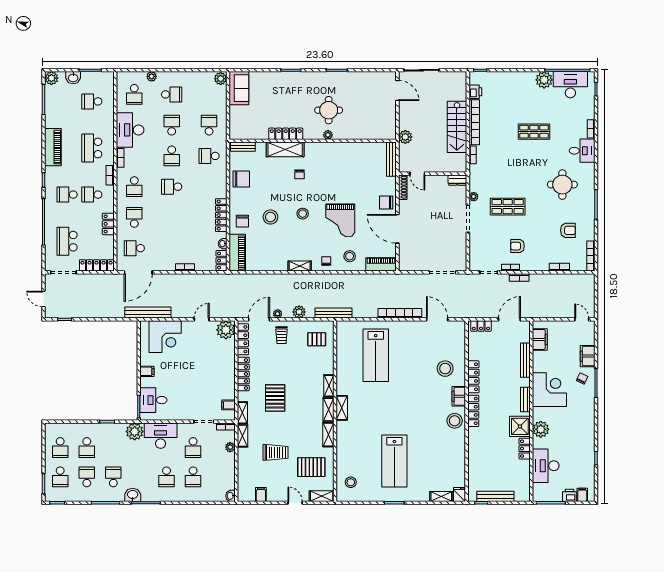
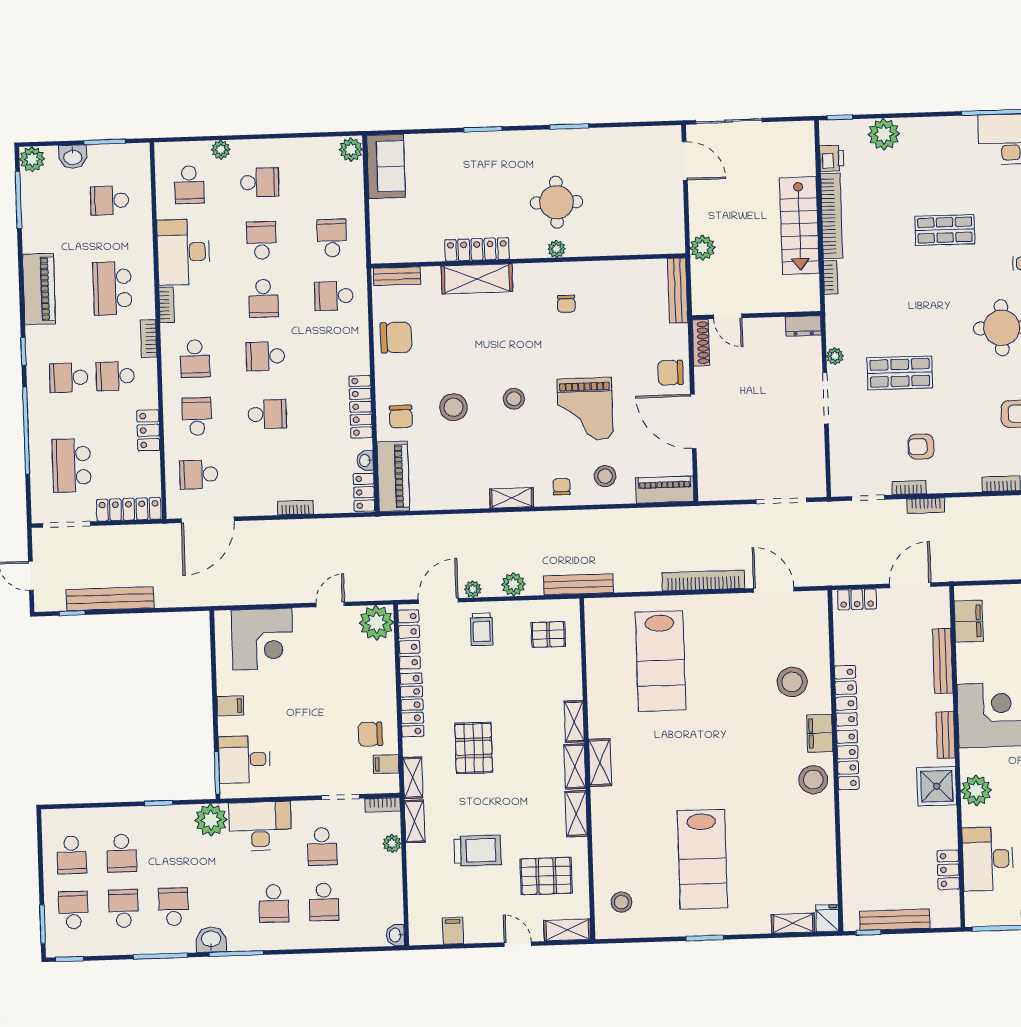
plant: (544, 80) -> (884, 134), moved
chair: (299, 174) -> (566, 304), moved
school desk: (172, 217) -> (267, 414), added
bench: (148, 312) -> (110, 599), moved
chair: (221, 389) -> (370, 734), added
locker: (525, 449) -> (948, 870), moved
school desk: (60, 477) -> (73, 910), turned 180

